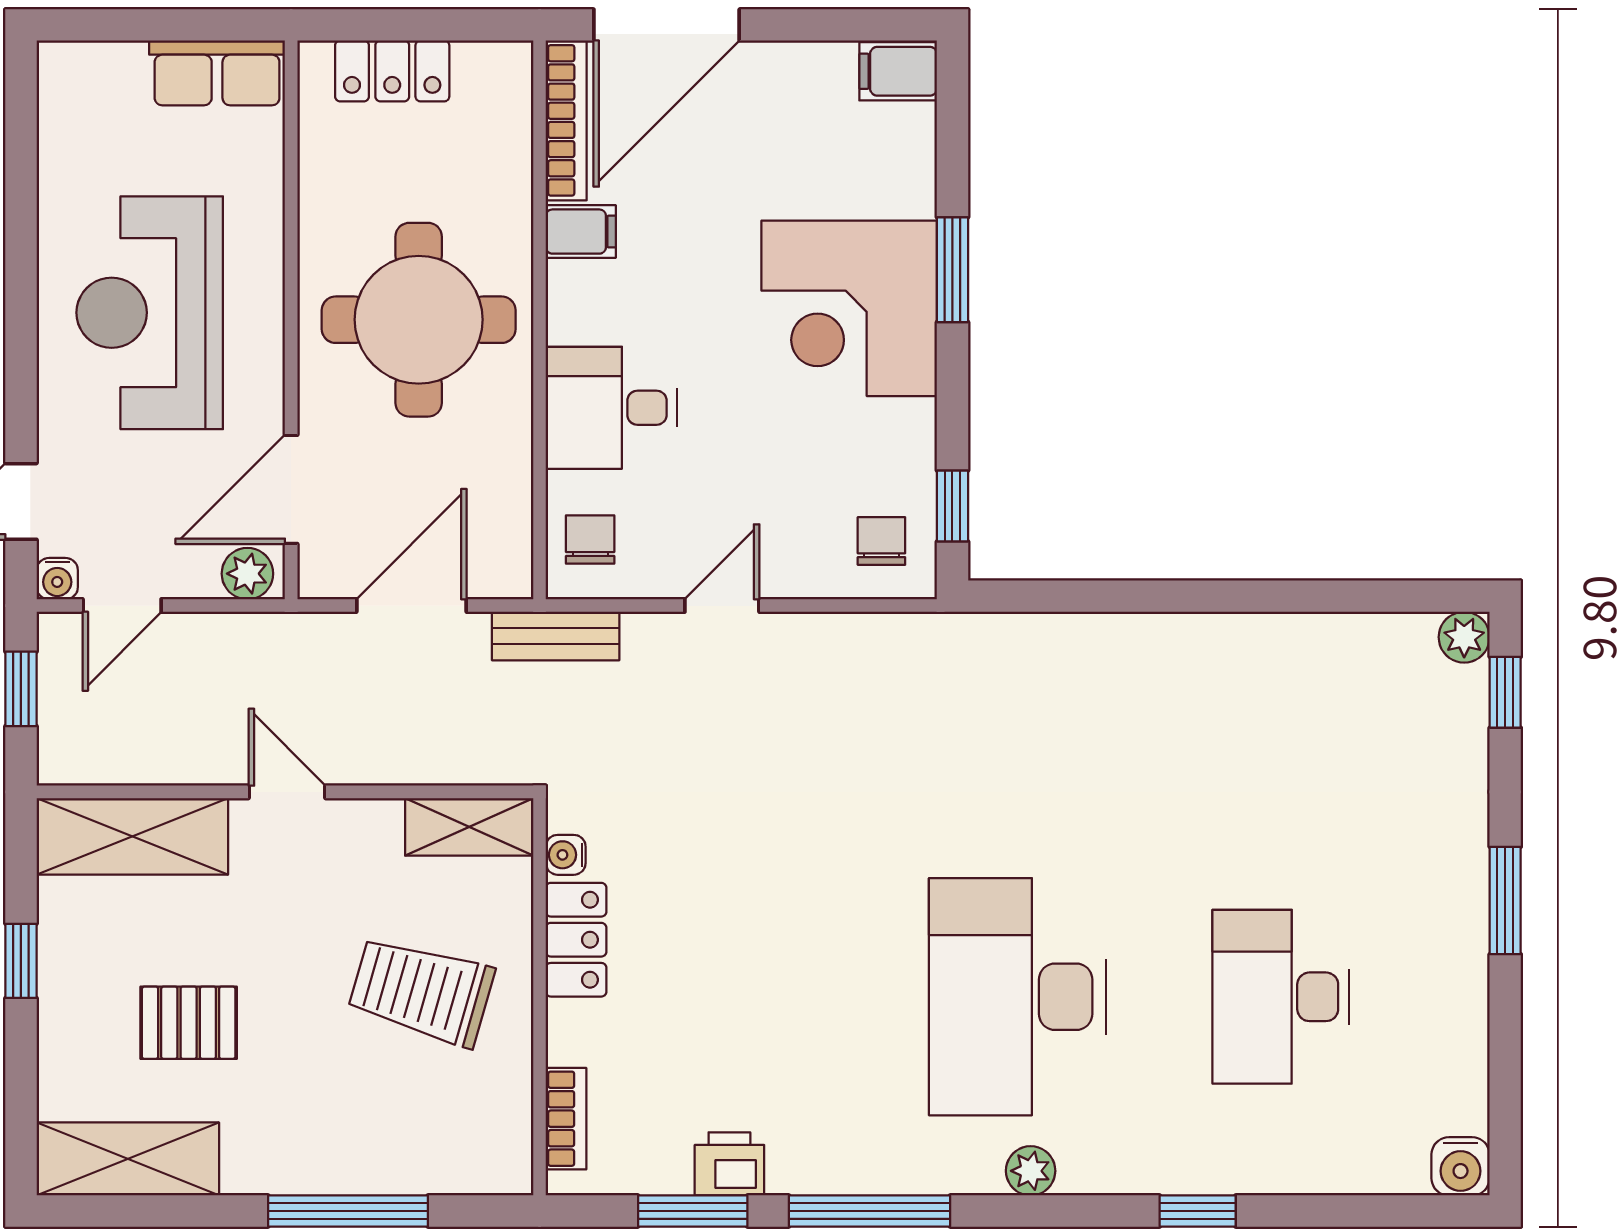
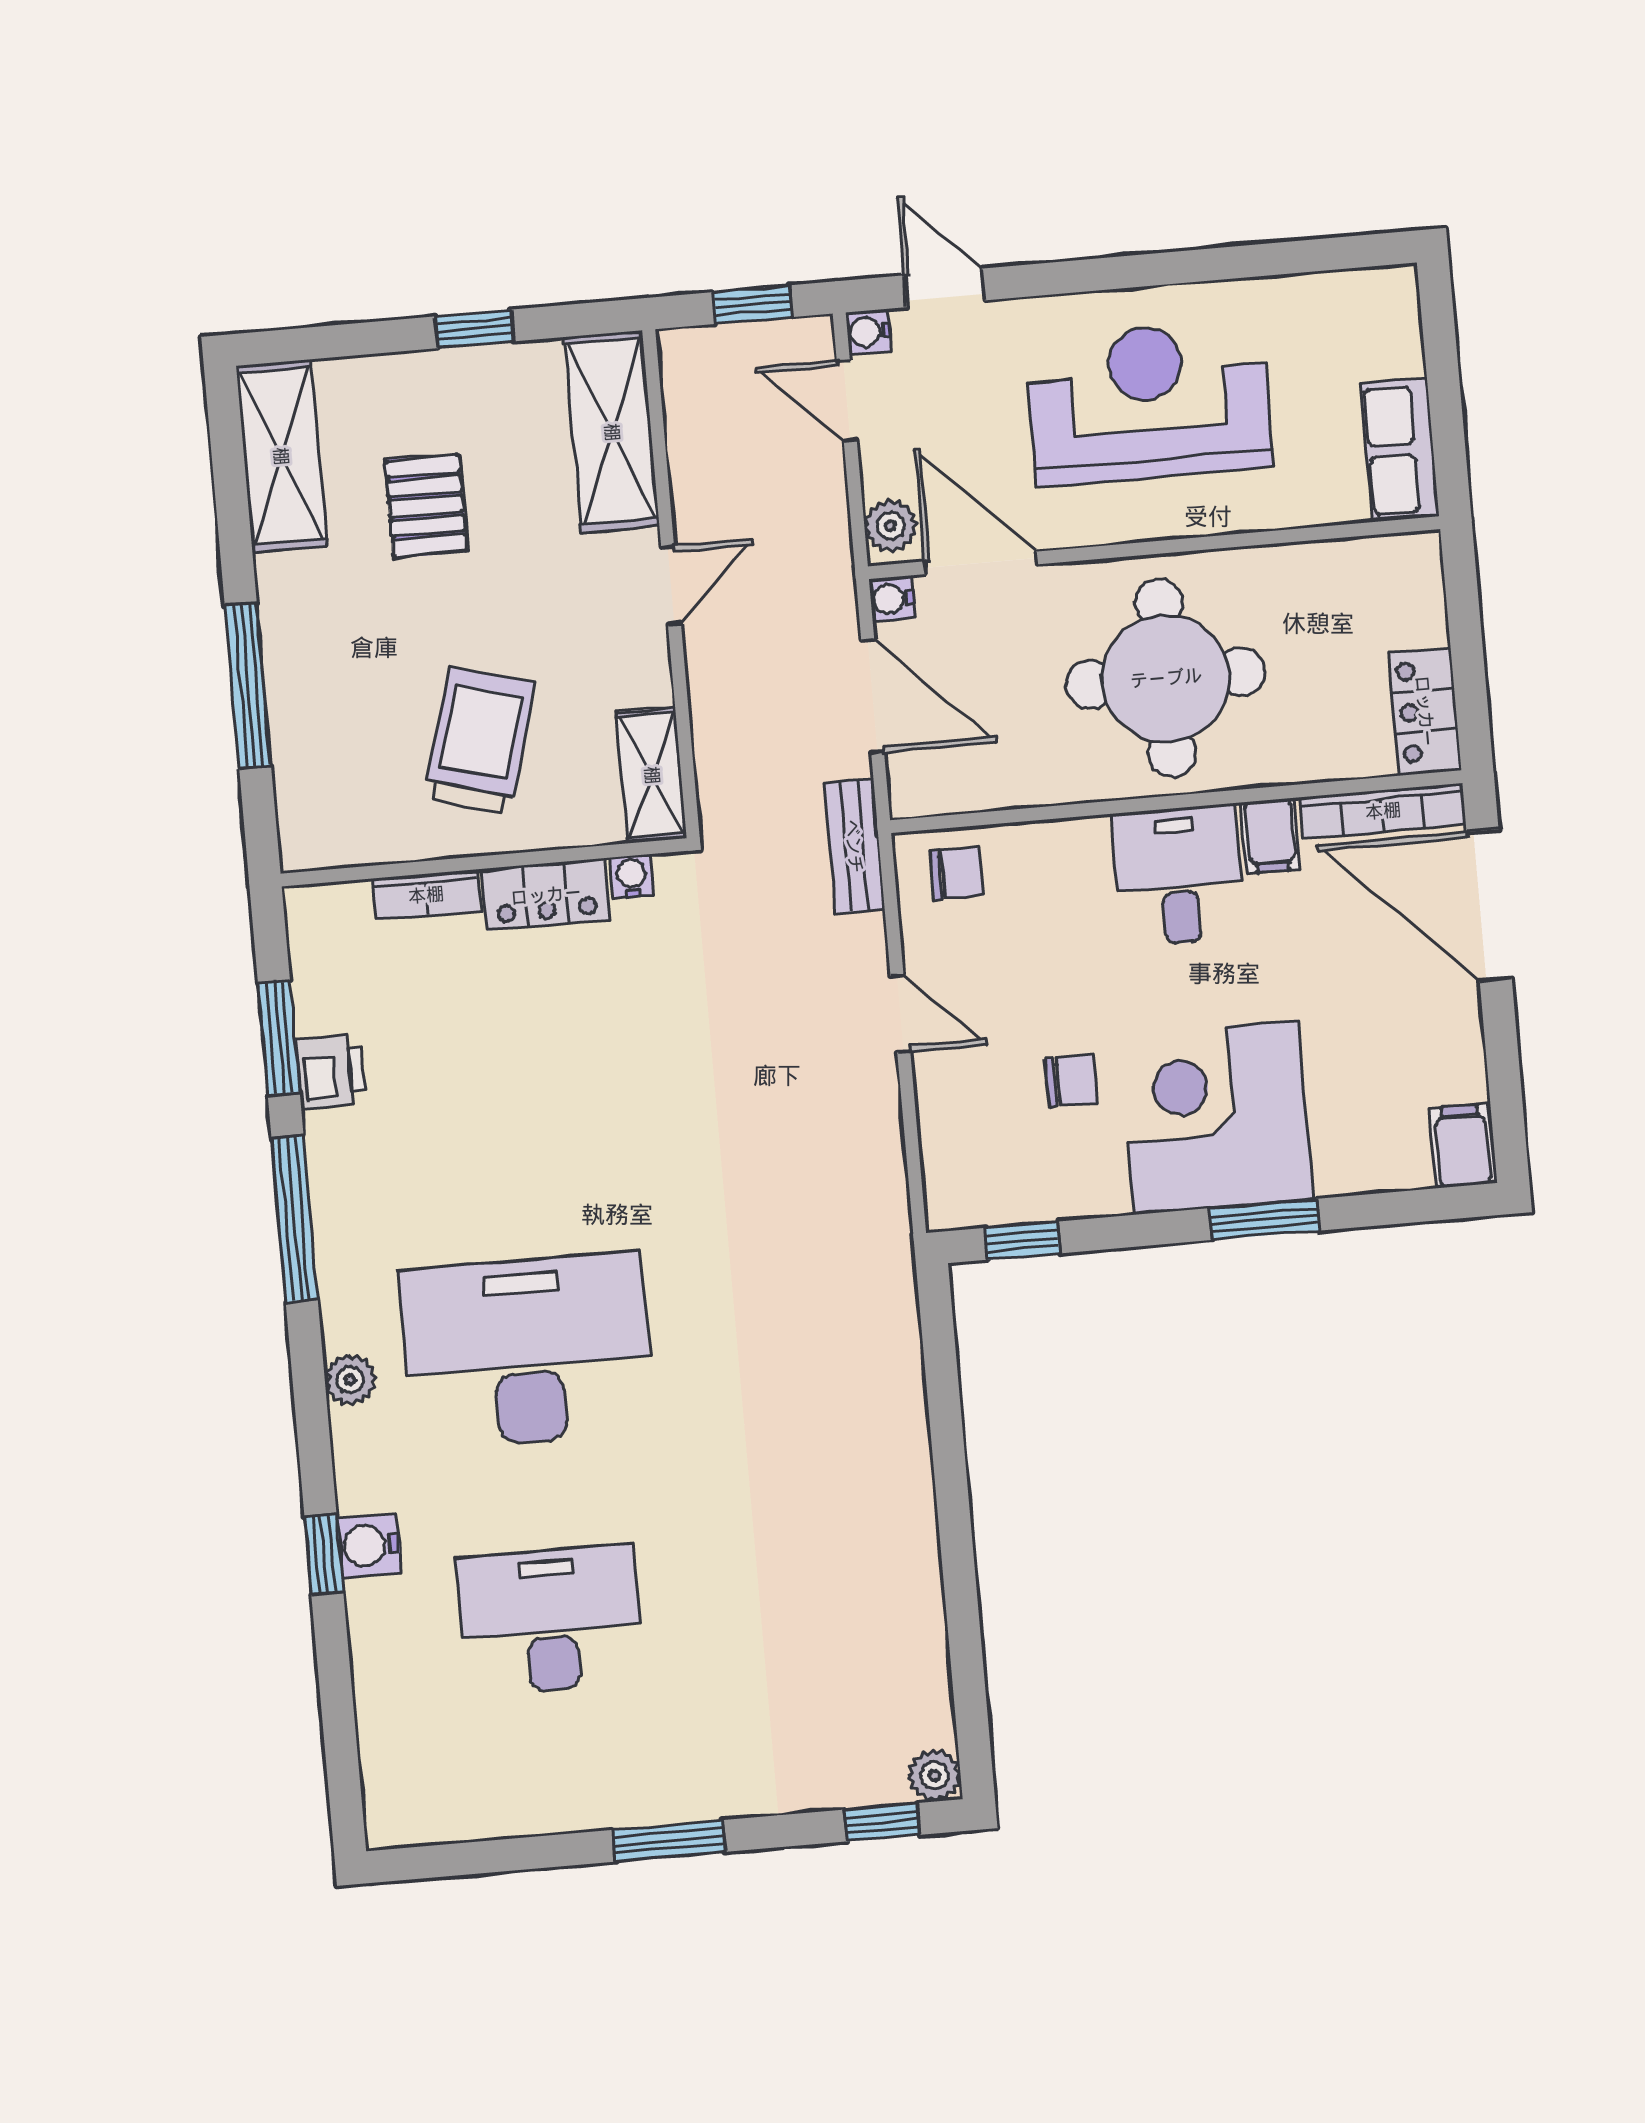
locker: (392, 71) -> (1425, 711), moved
desk: (611, 408) -> (1179, 876), moved
chair: (881, 541) -> (1071, 1081), moved
water cooler: (318, 578) -> (892, 599), added
bookcase: (566, 1119) -> (426, 895), moved
water cooler: (1461, 1166) -> (369, 1545), moved

